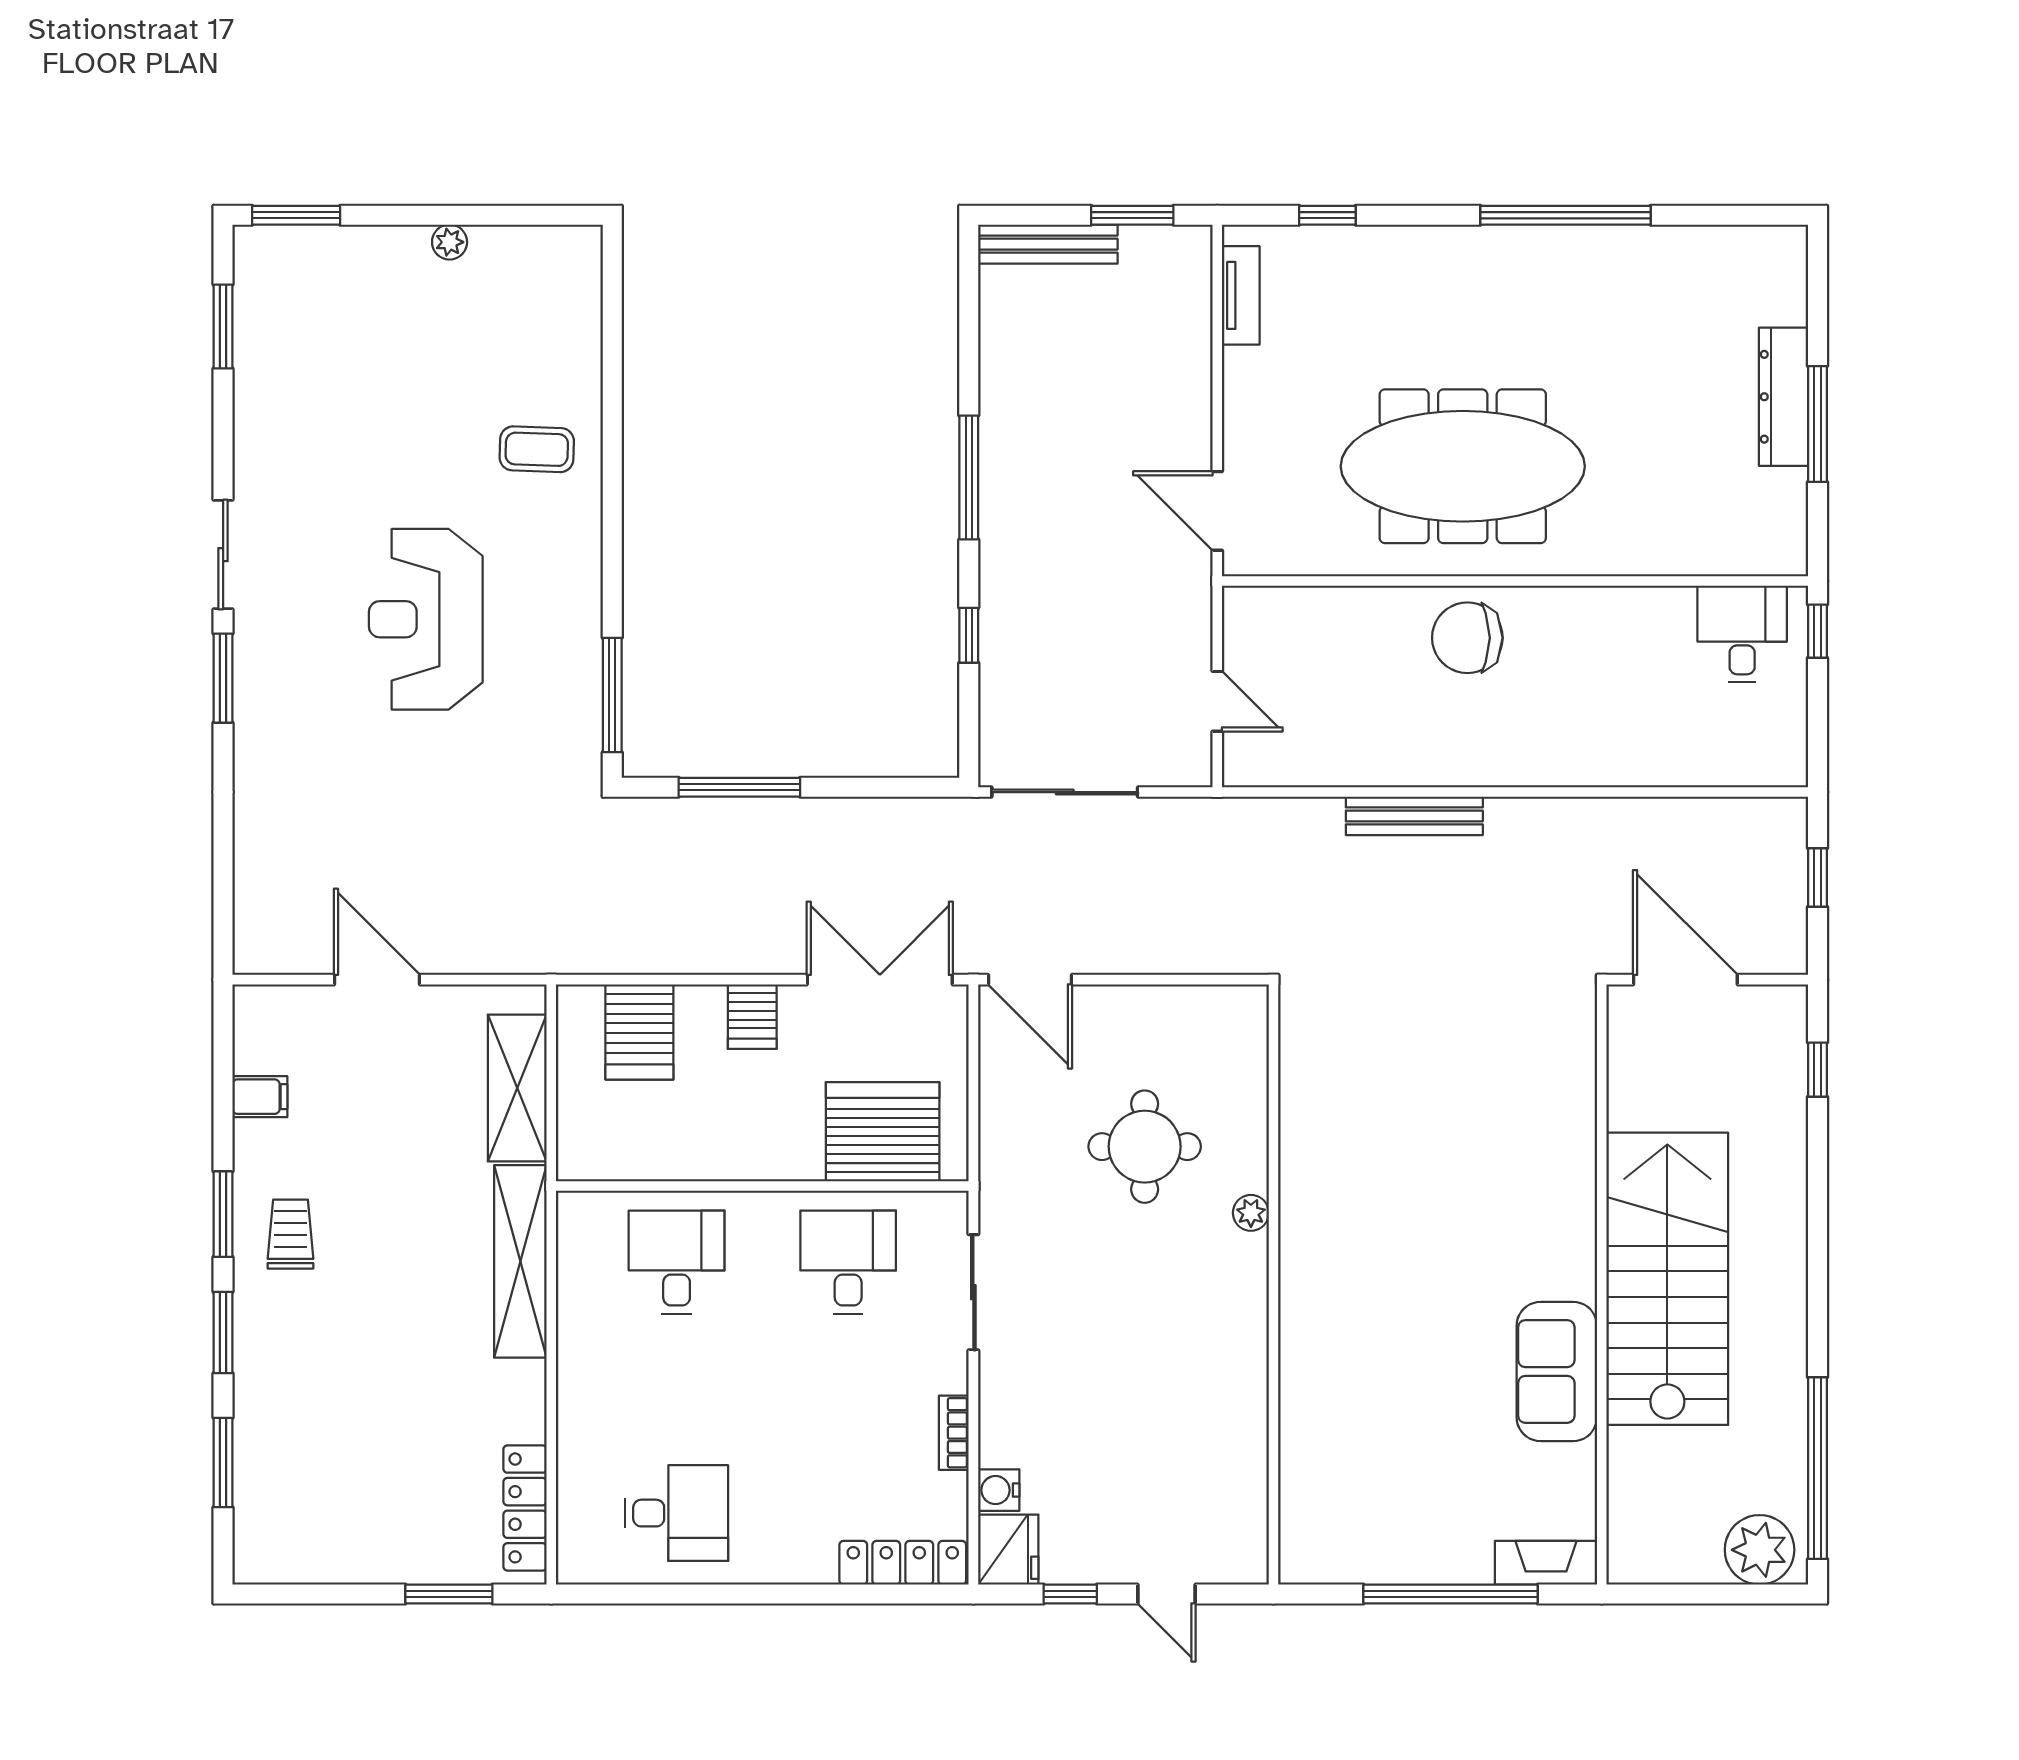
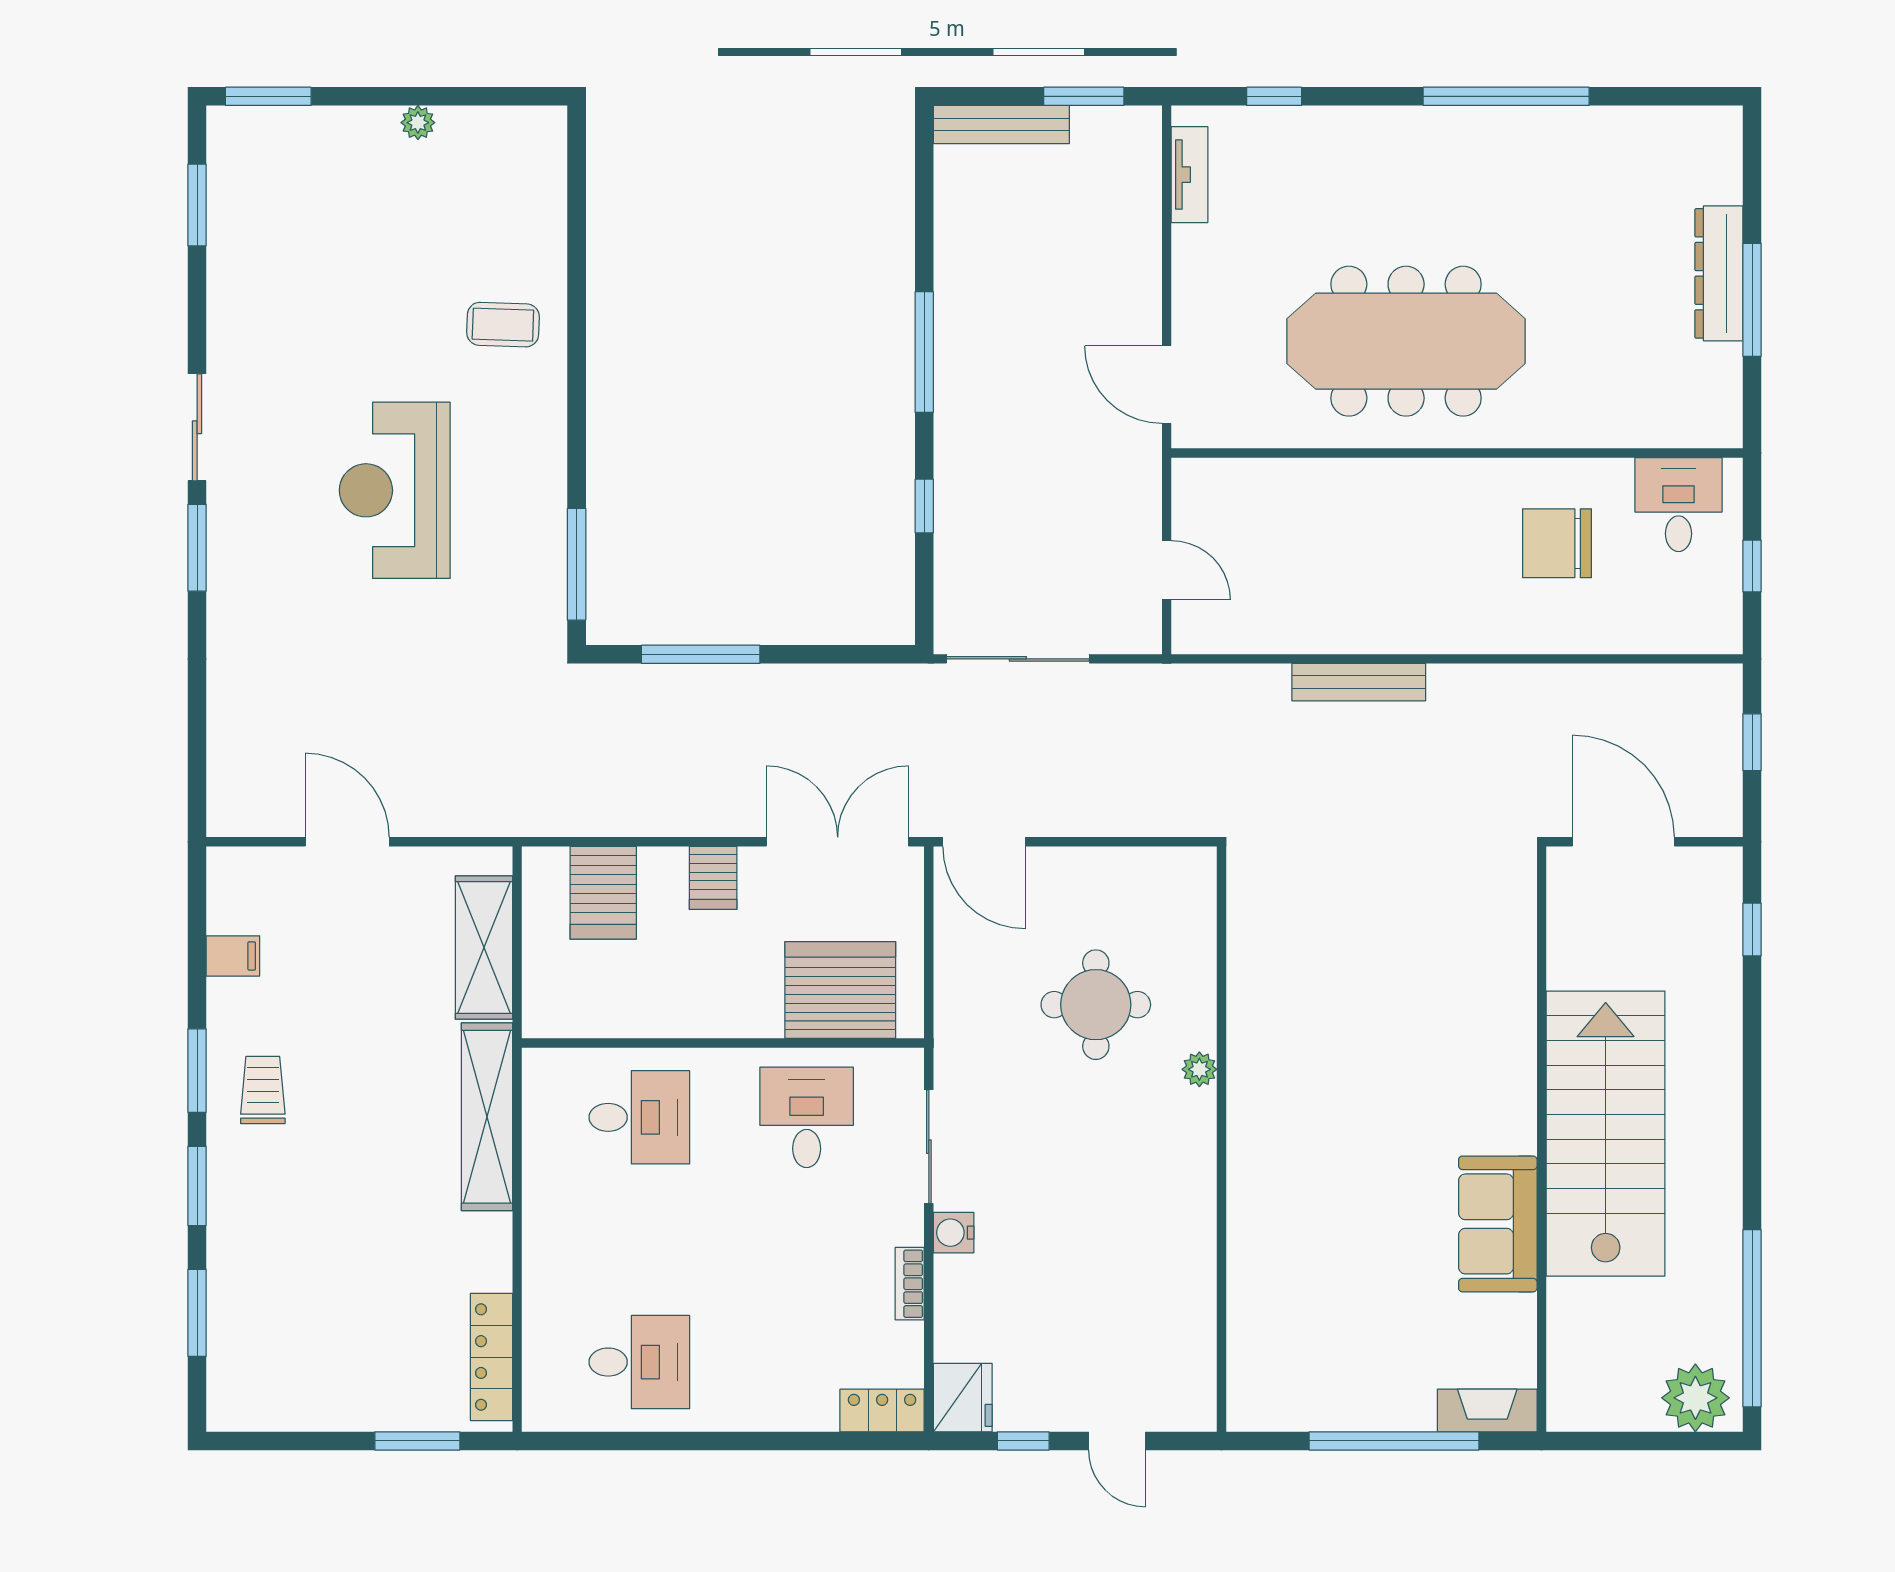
window: (1818, 631) -> (1752, 566), moved
chair: (1467, 638) -> (1557, 543), moved
desk: (677, 1262) -> (639, 1117), turned 90
water cooler: (999, 1490) -> (954, 1233), moved
locker: (903, 1563) -> (882, 1410), width x0.66

